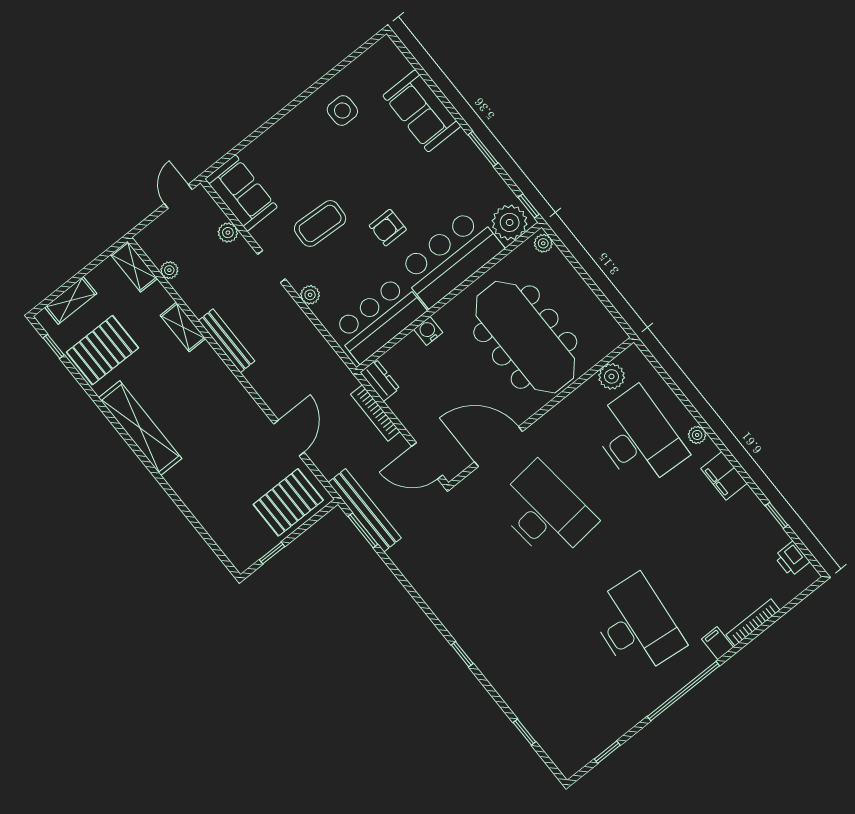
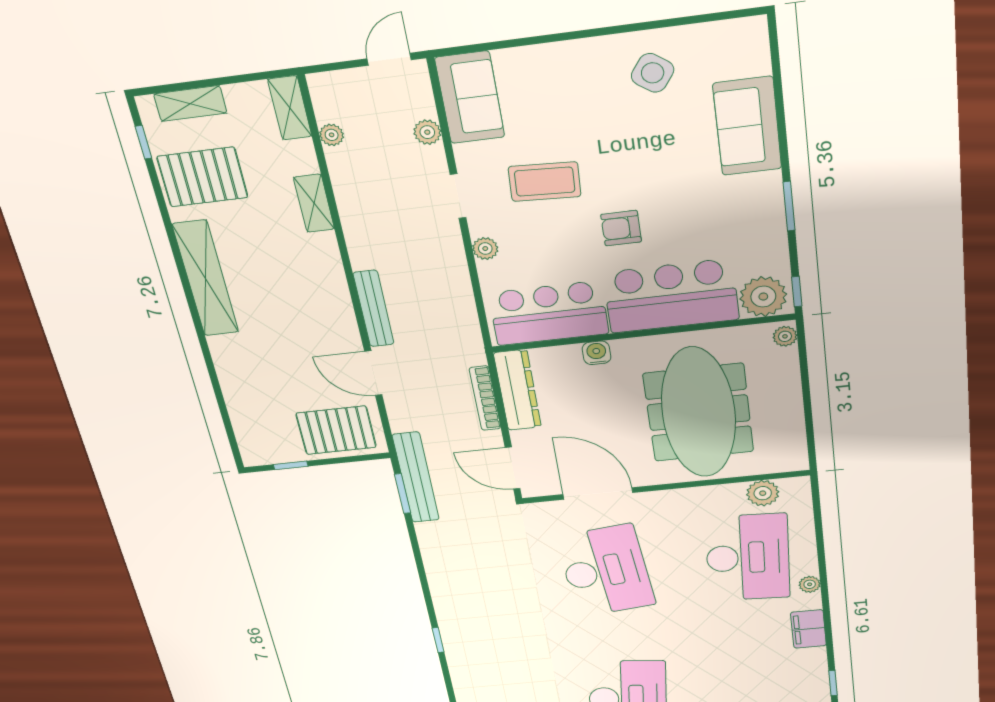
side table: (342, 110) -> (653, 73), turned 36
bench: (227, 341) -> (374, 309), moved
dresser: (380, 380) -> (517, 390), width x1.96, depth x1.24
door: (289, 438) -> (373, 373), swing flipped

